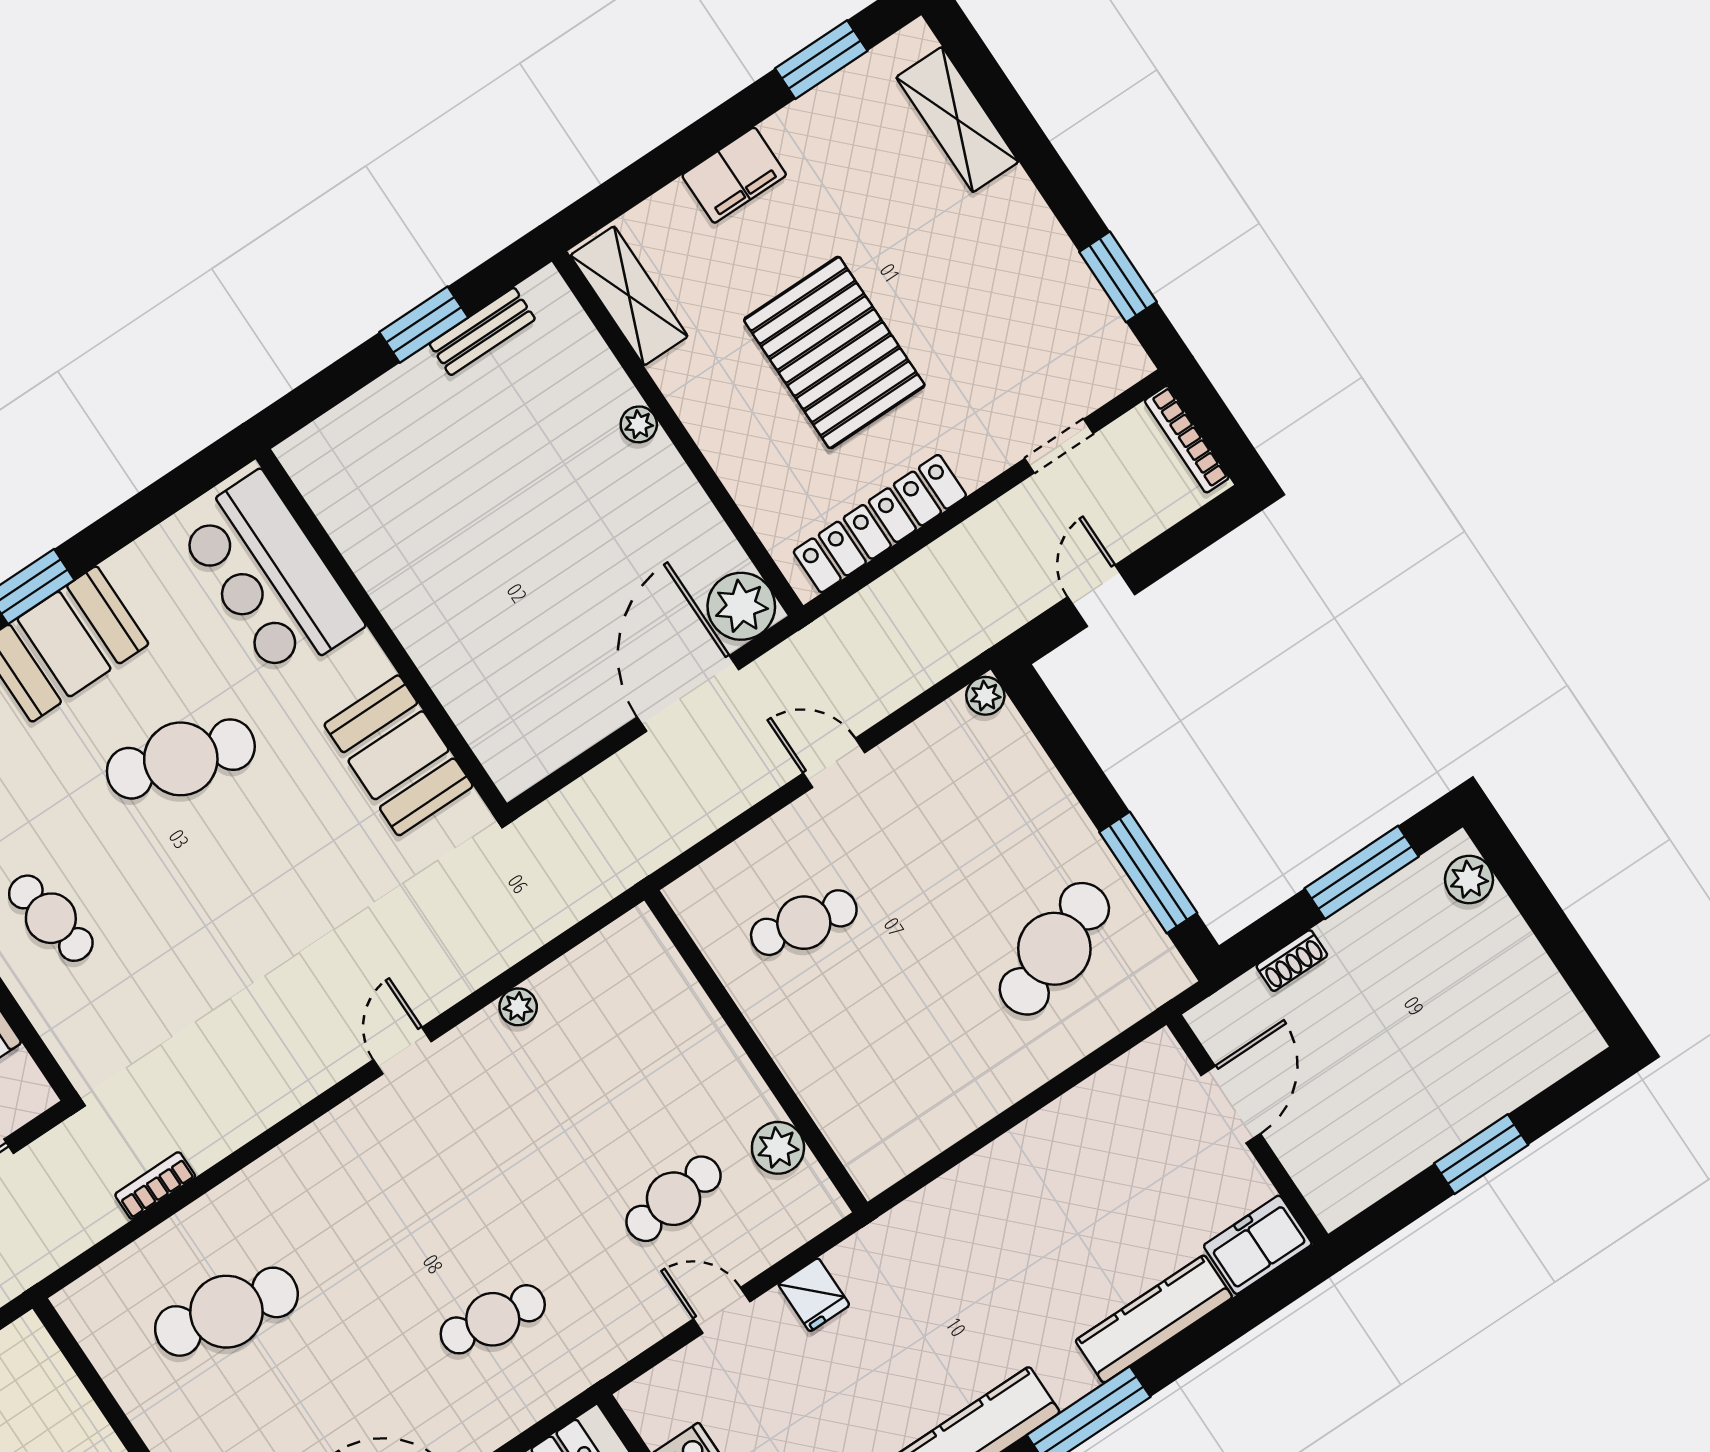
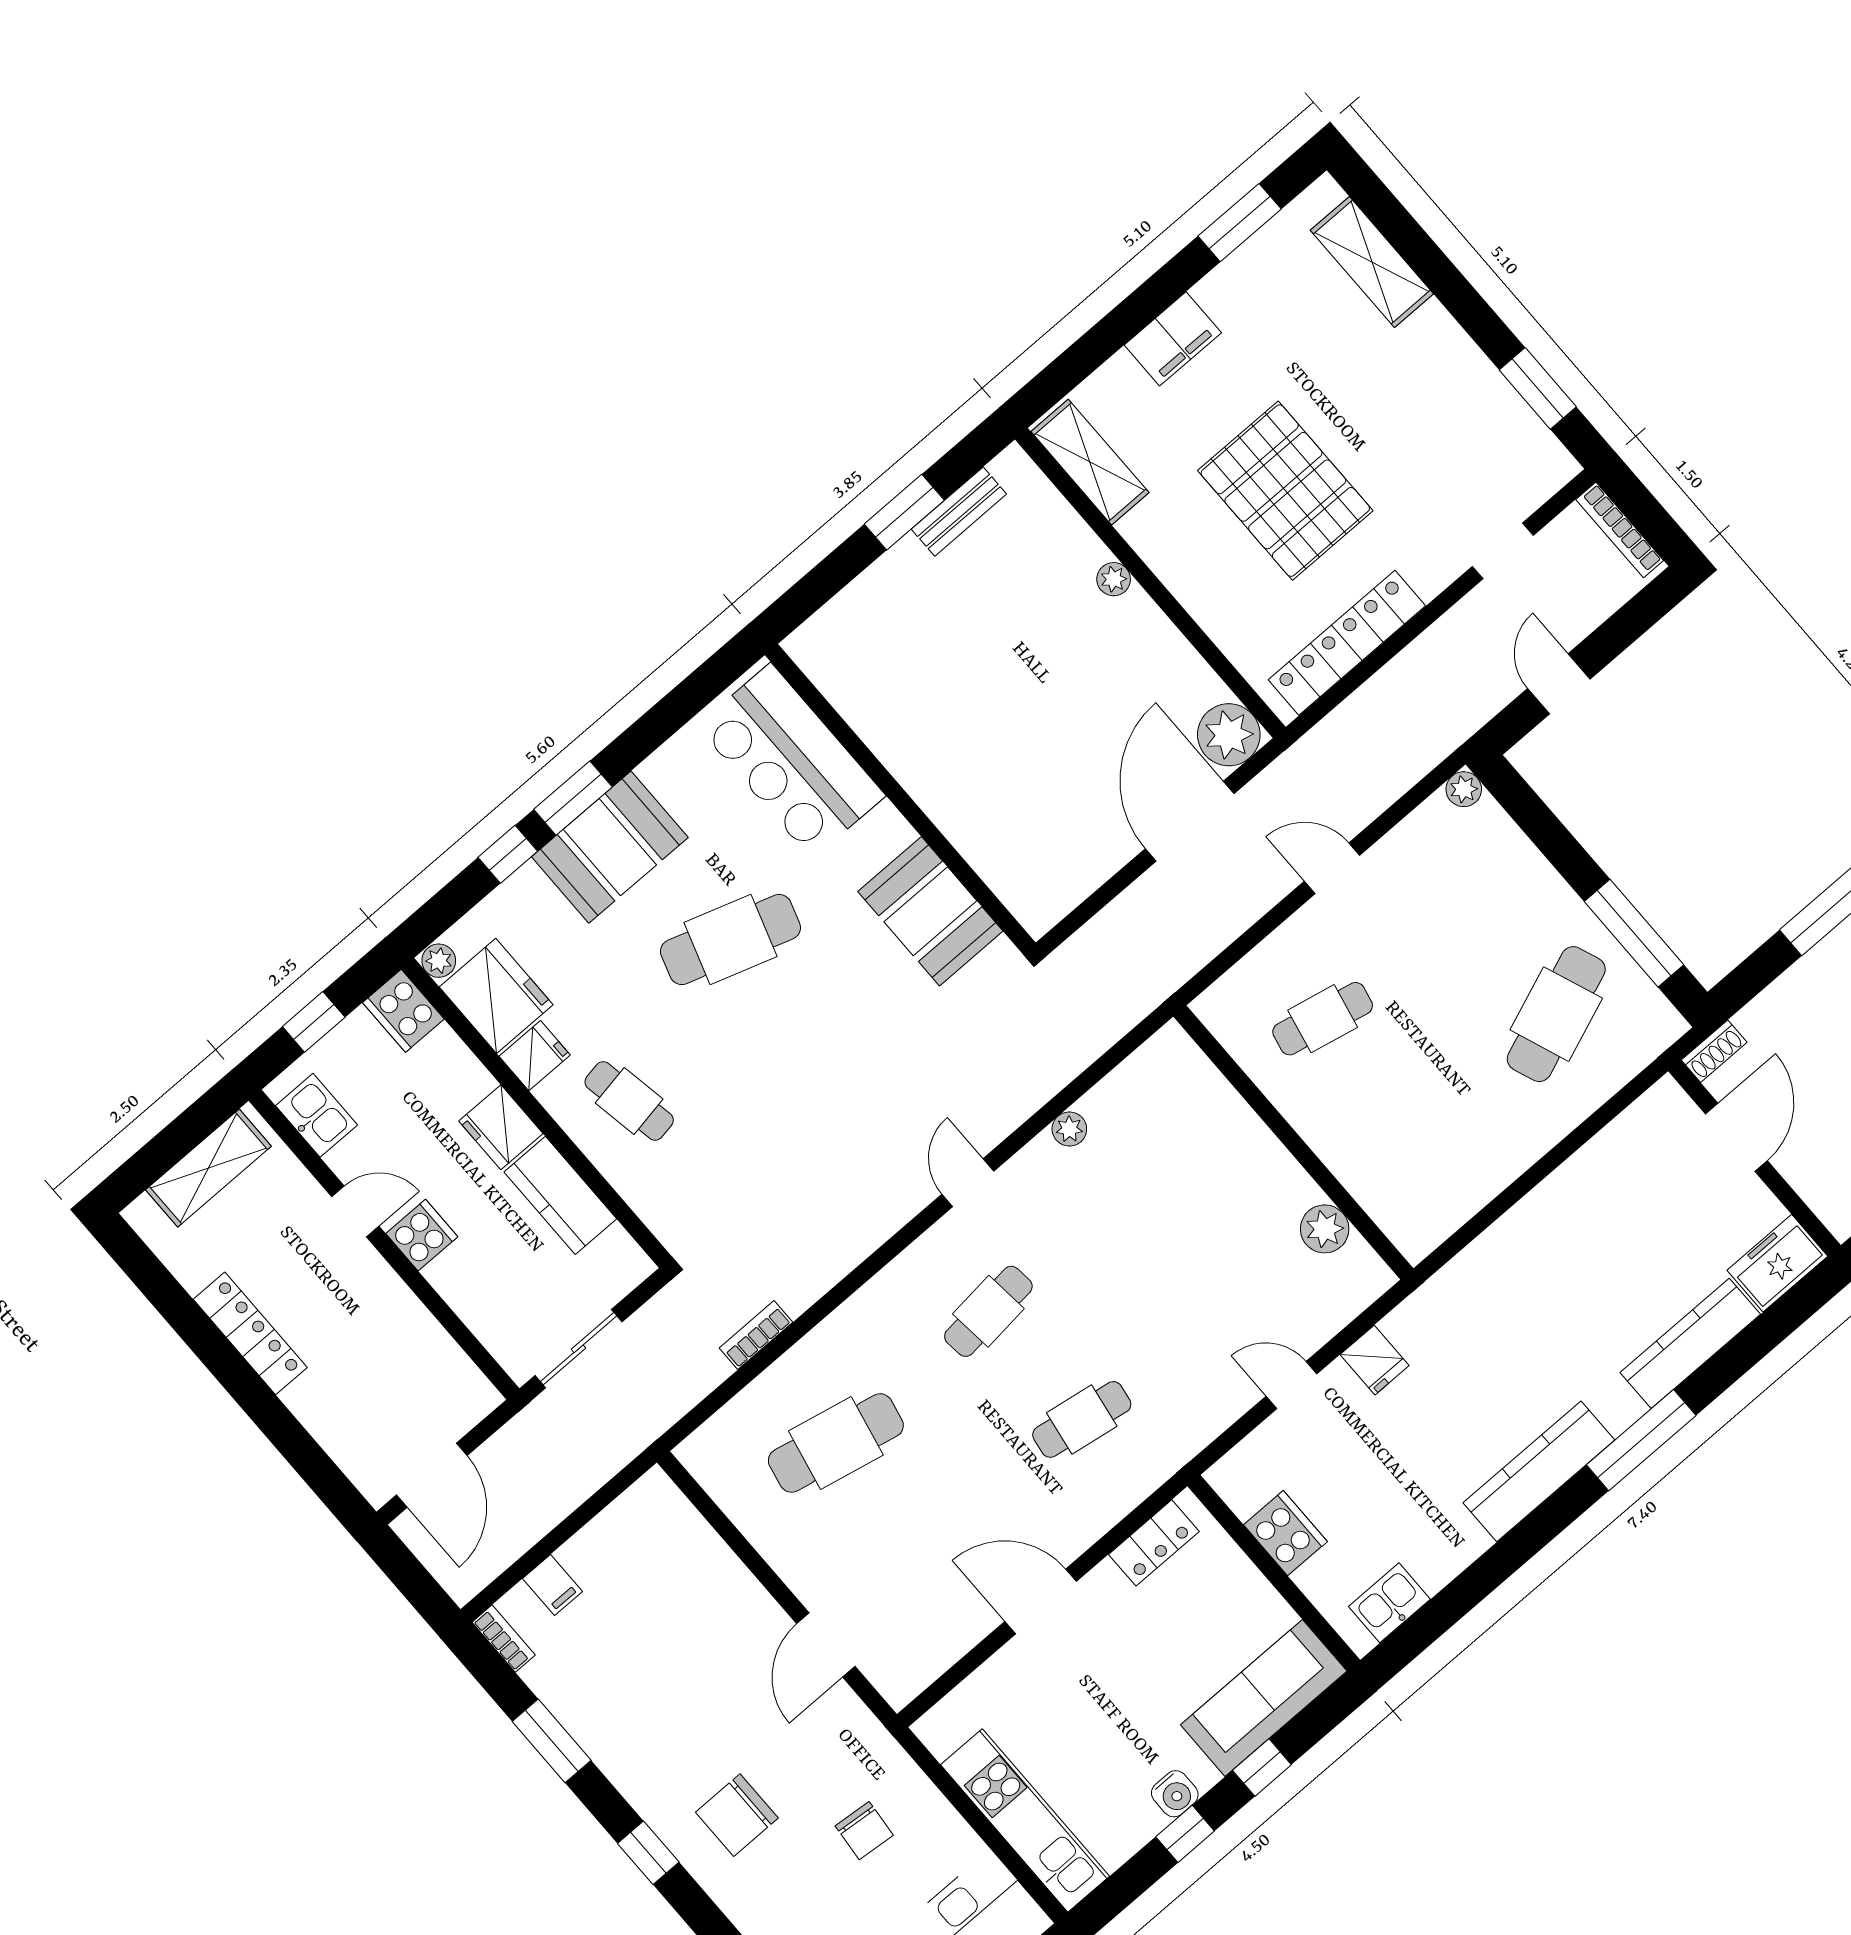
shoe rack: (1292, 961) -> (1714, 1051), moved
cafe table: (673, 1199) -> (988, 1311), moved

